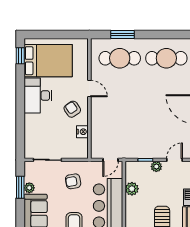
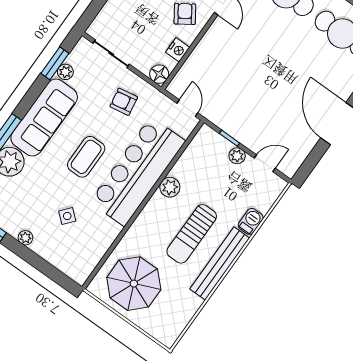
floor lamp: (82, 152) -> (159, 74), added
door: (111, 160) -> (187, 108), swing flipped
plant: (132, 189) -> (170, 187), moved

